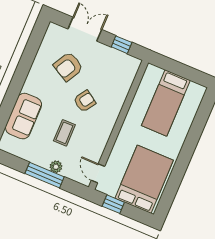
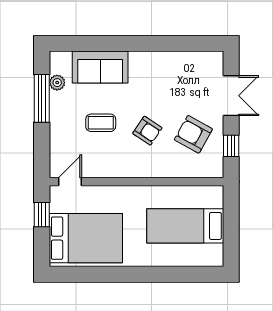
armchair: (68, 67) -> (193, 134), moved
plant: (56, 167) -> (57, 83), moved
window: (45, 175) -> (42, 98), moved

